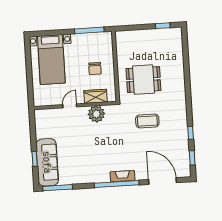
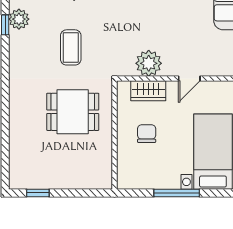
window: (89, 30) -> (177, 193), moved
coffee table: (147, 121) -> (71, 47), turned 90
plant: (182, 137) -> (19, 19), added

